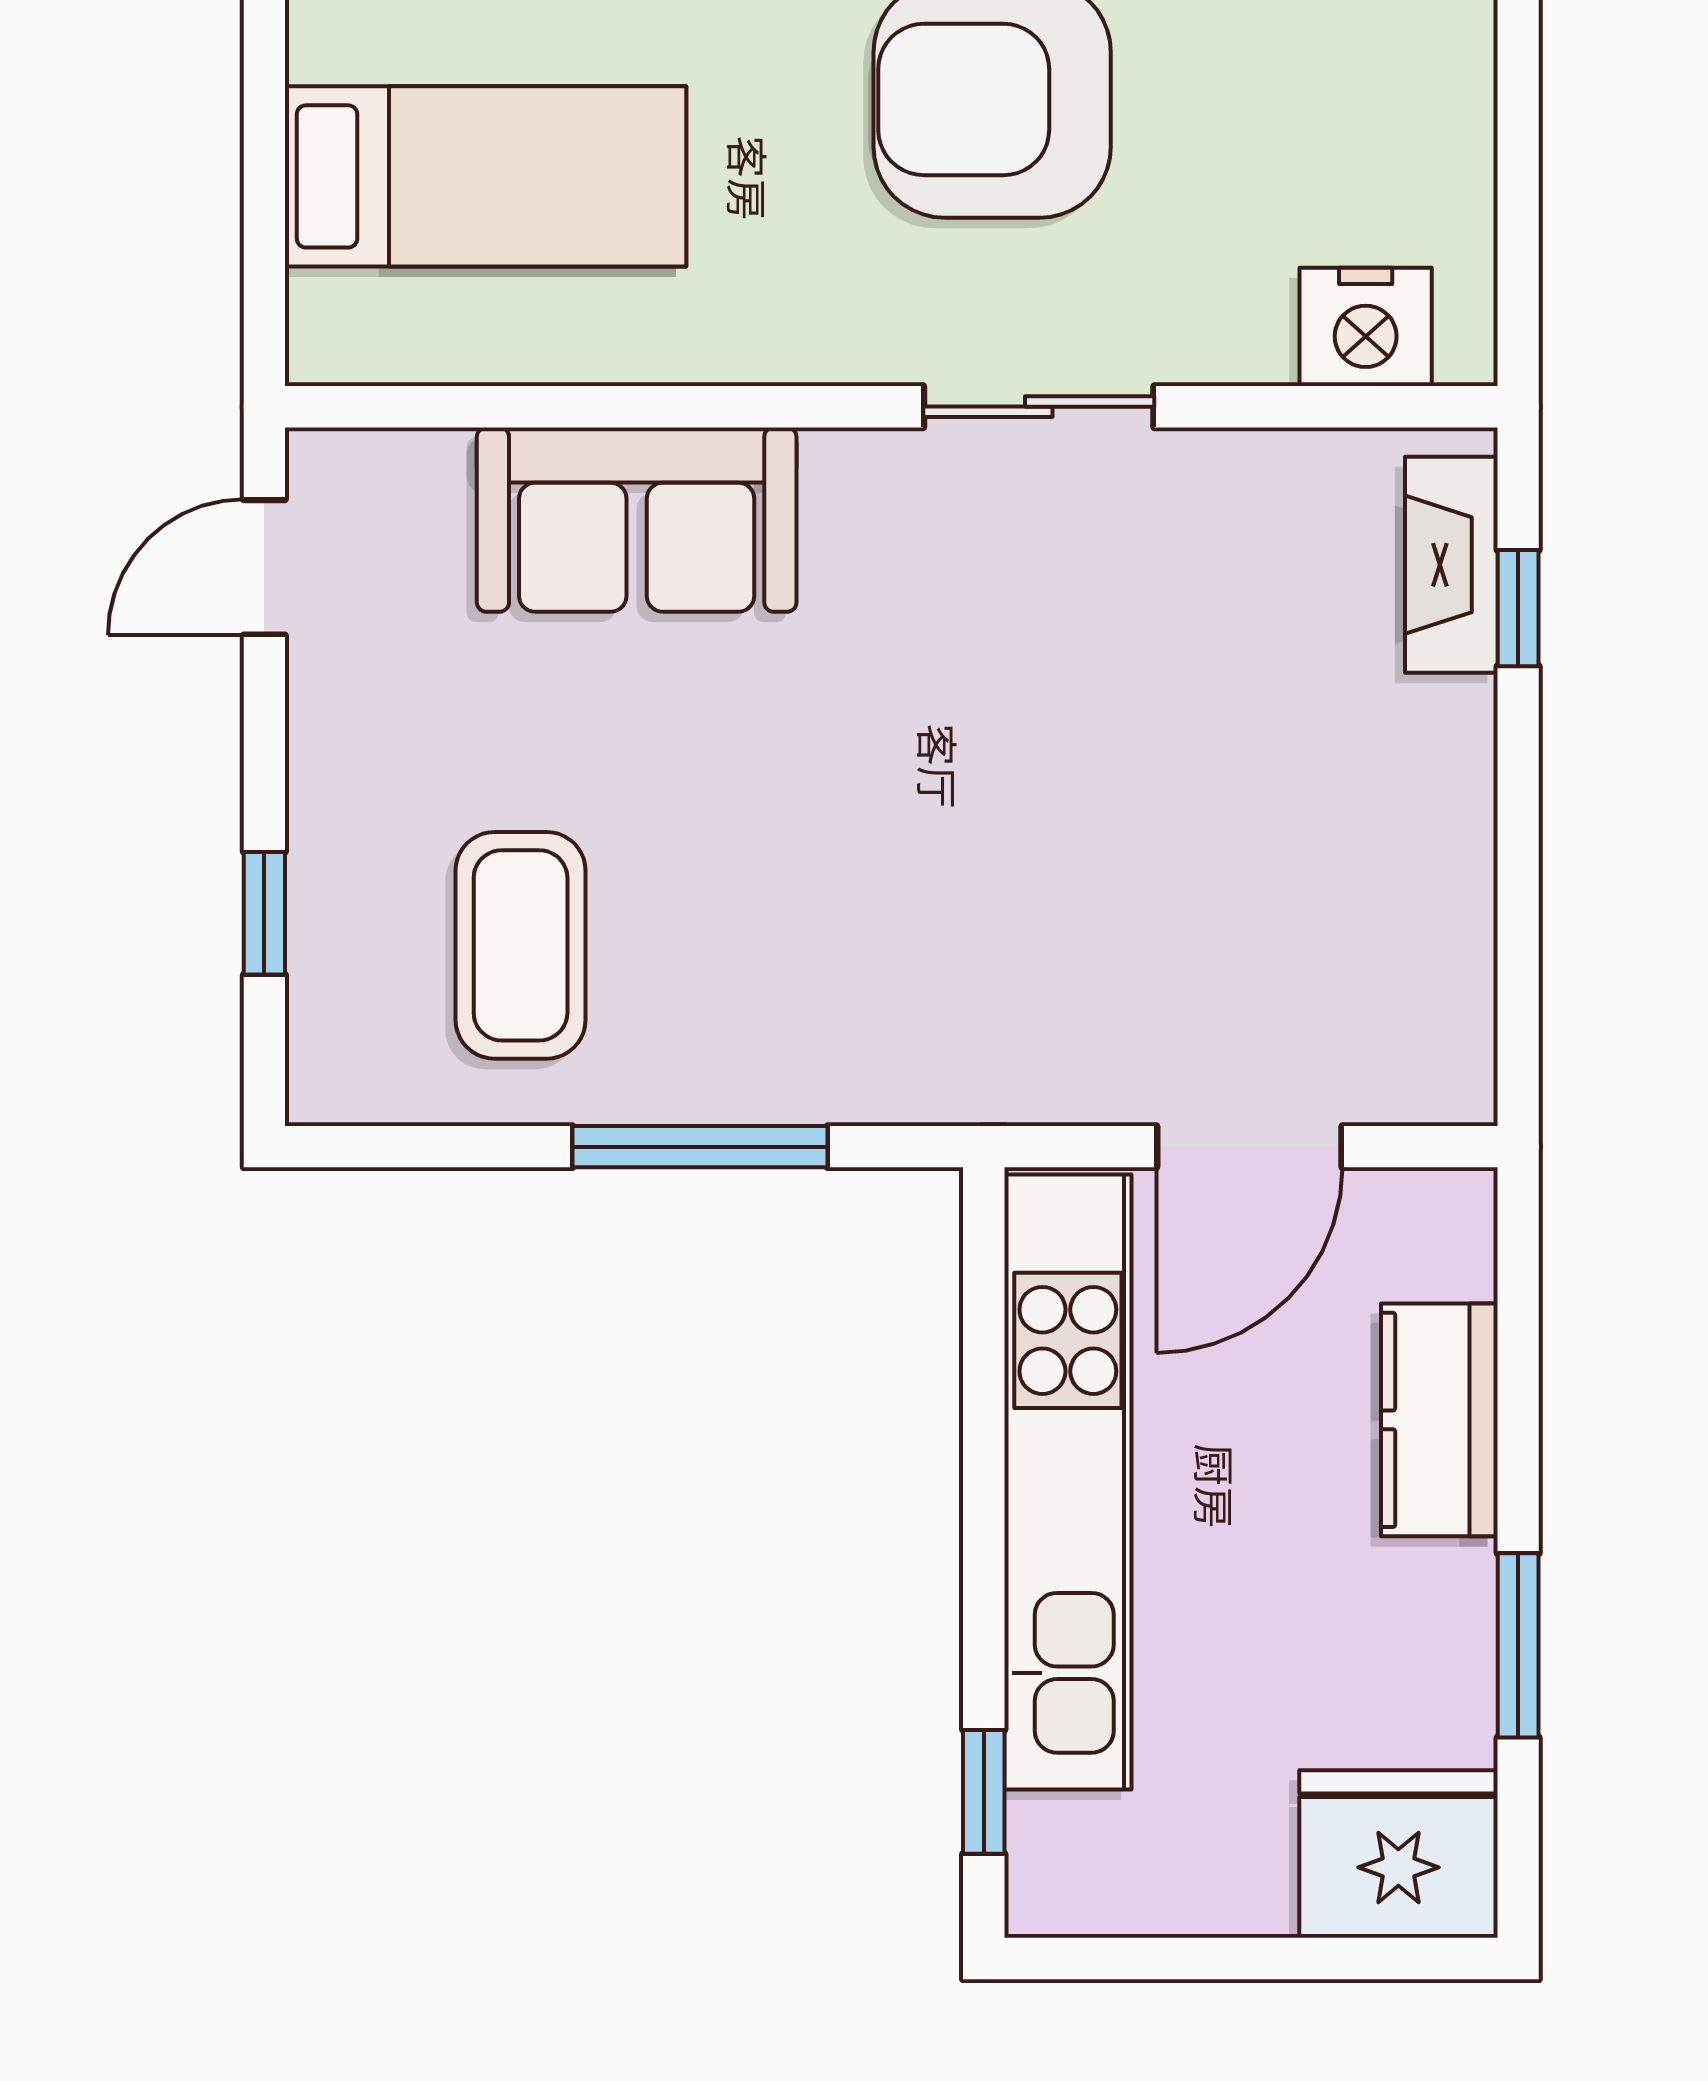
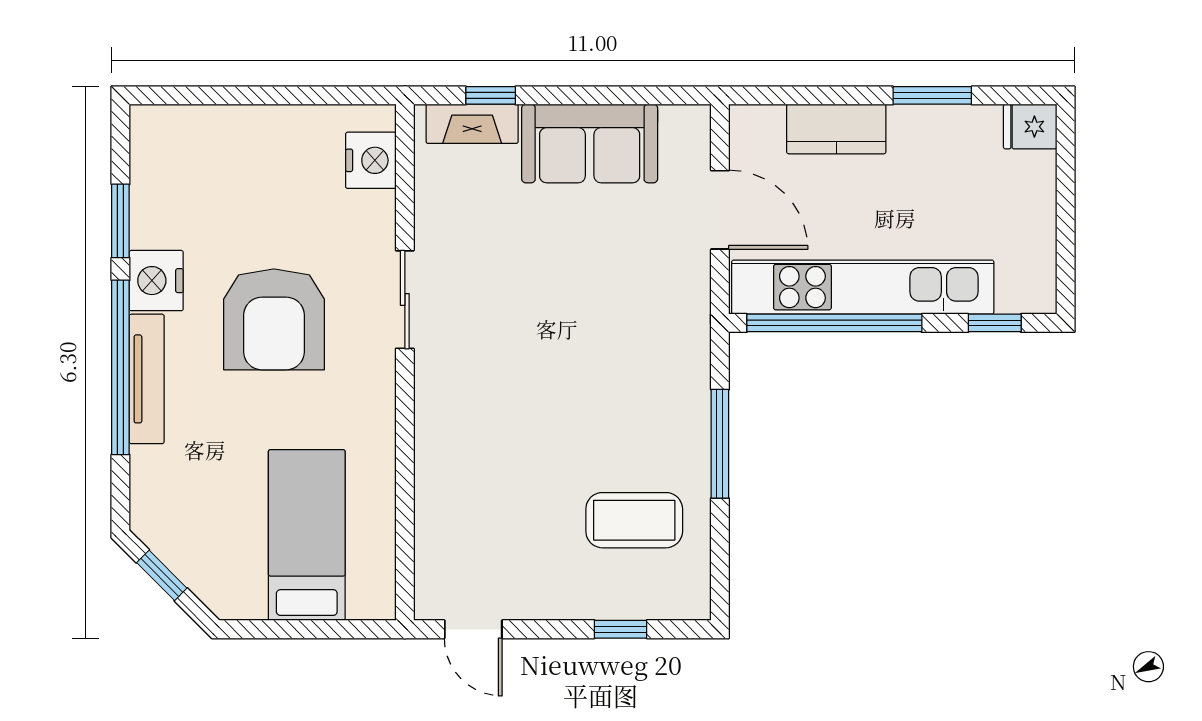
sofa: (637, 520) -> (590, 143), moved, turned 90
window: (984, 1415) -> (834, 323), added
fridge: (1398, 1854) -> (1030, 127), width x0.53, depth x0.75

